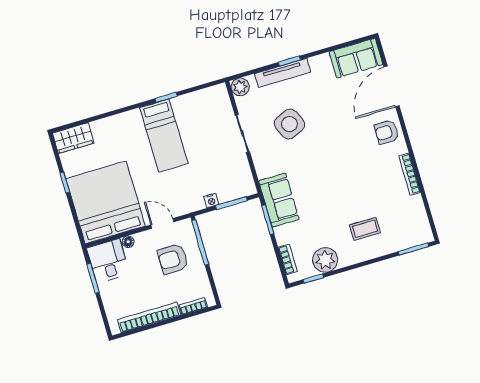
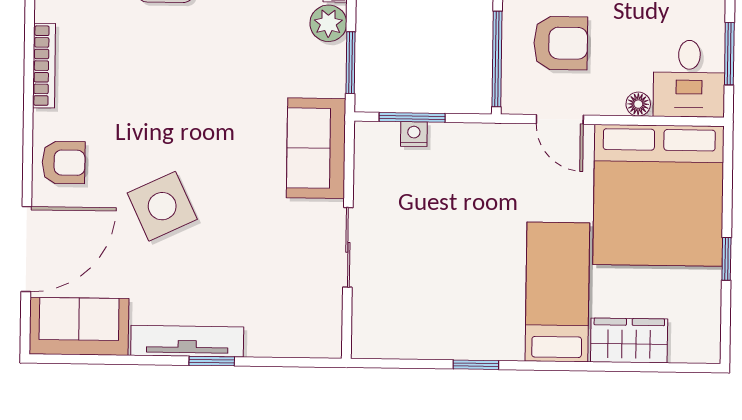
tv unit: (283, 73) -> (187, 341), moved
plant: (240, 87) -> (328, 23), moved
side table: (289, 124) -> (162, 206), moved
bed: (164, 135) -> (557, 292), moved
wardrobe: (73, 138) -> (629, 340), moved
sofa: (279, 200) -> (316, 148), moved
nightstand: (211, 201) -> (414, 134), moved

